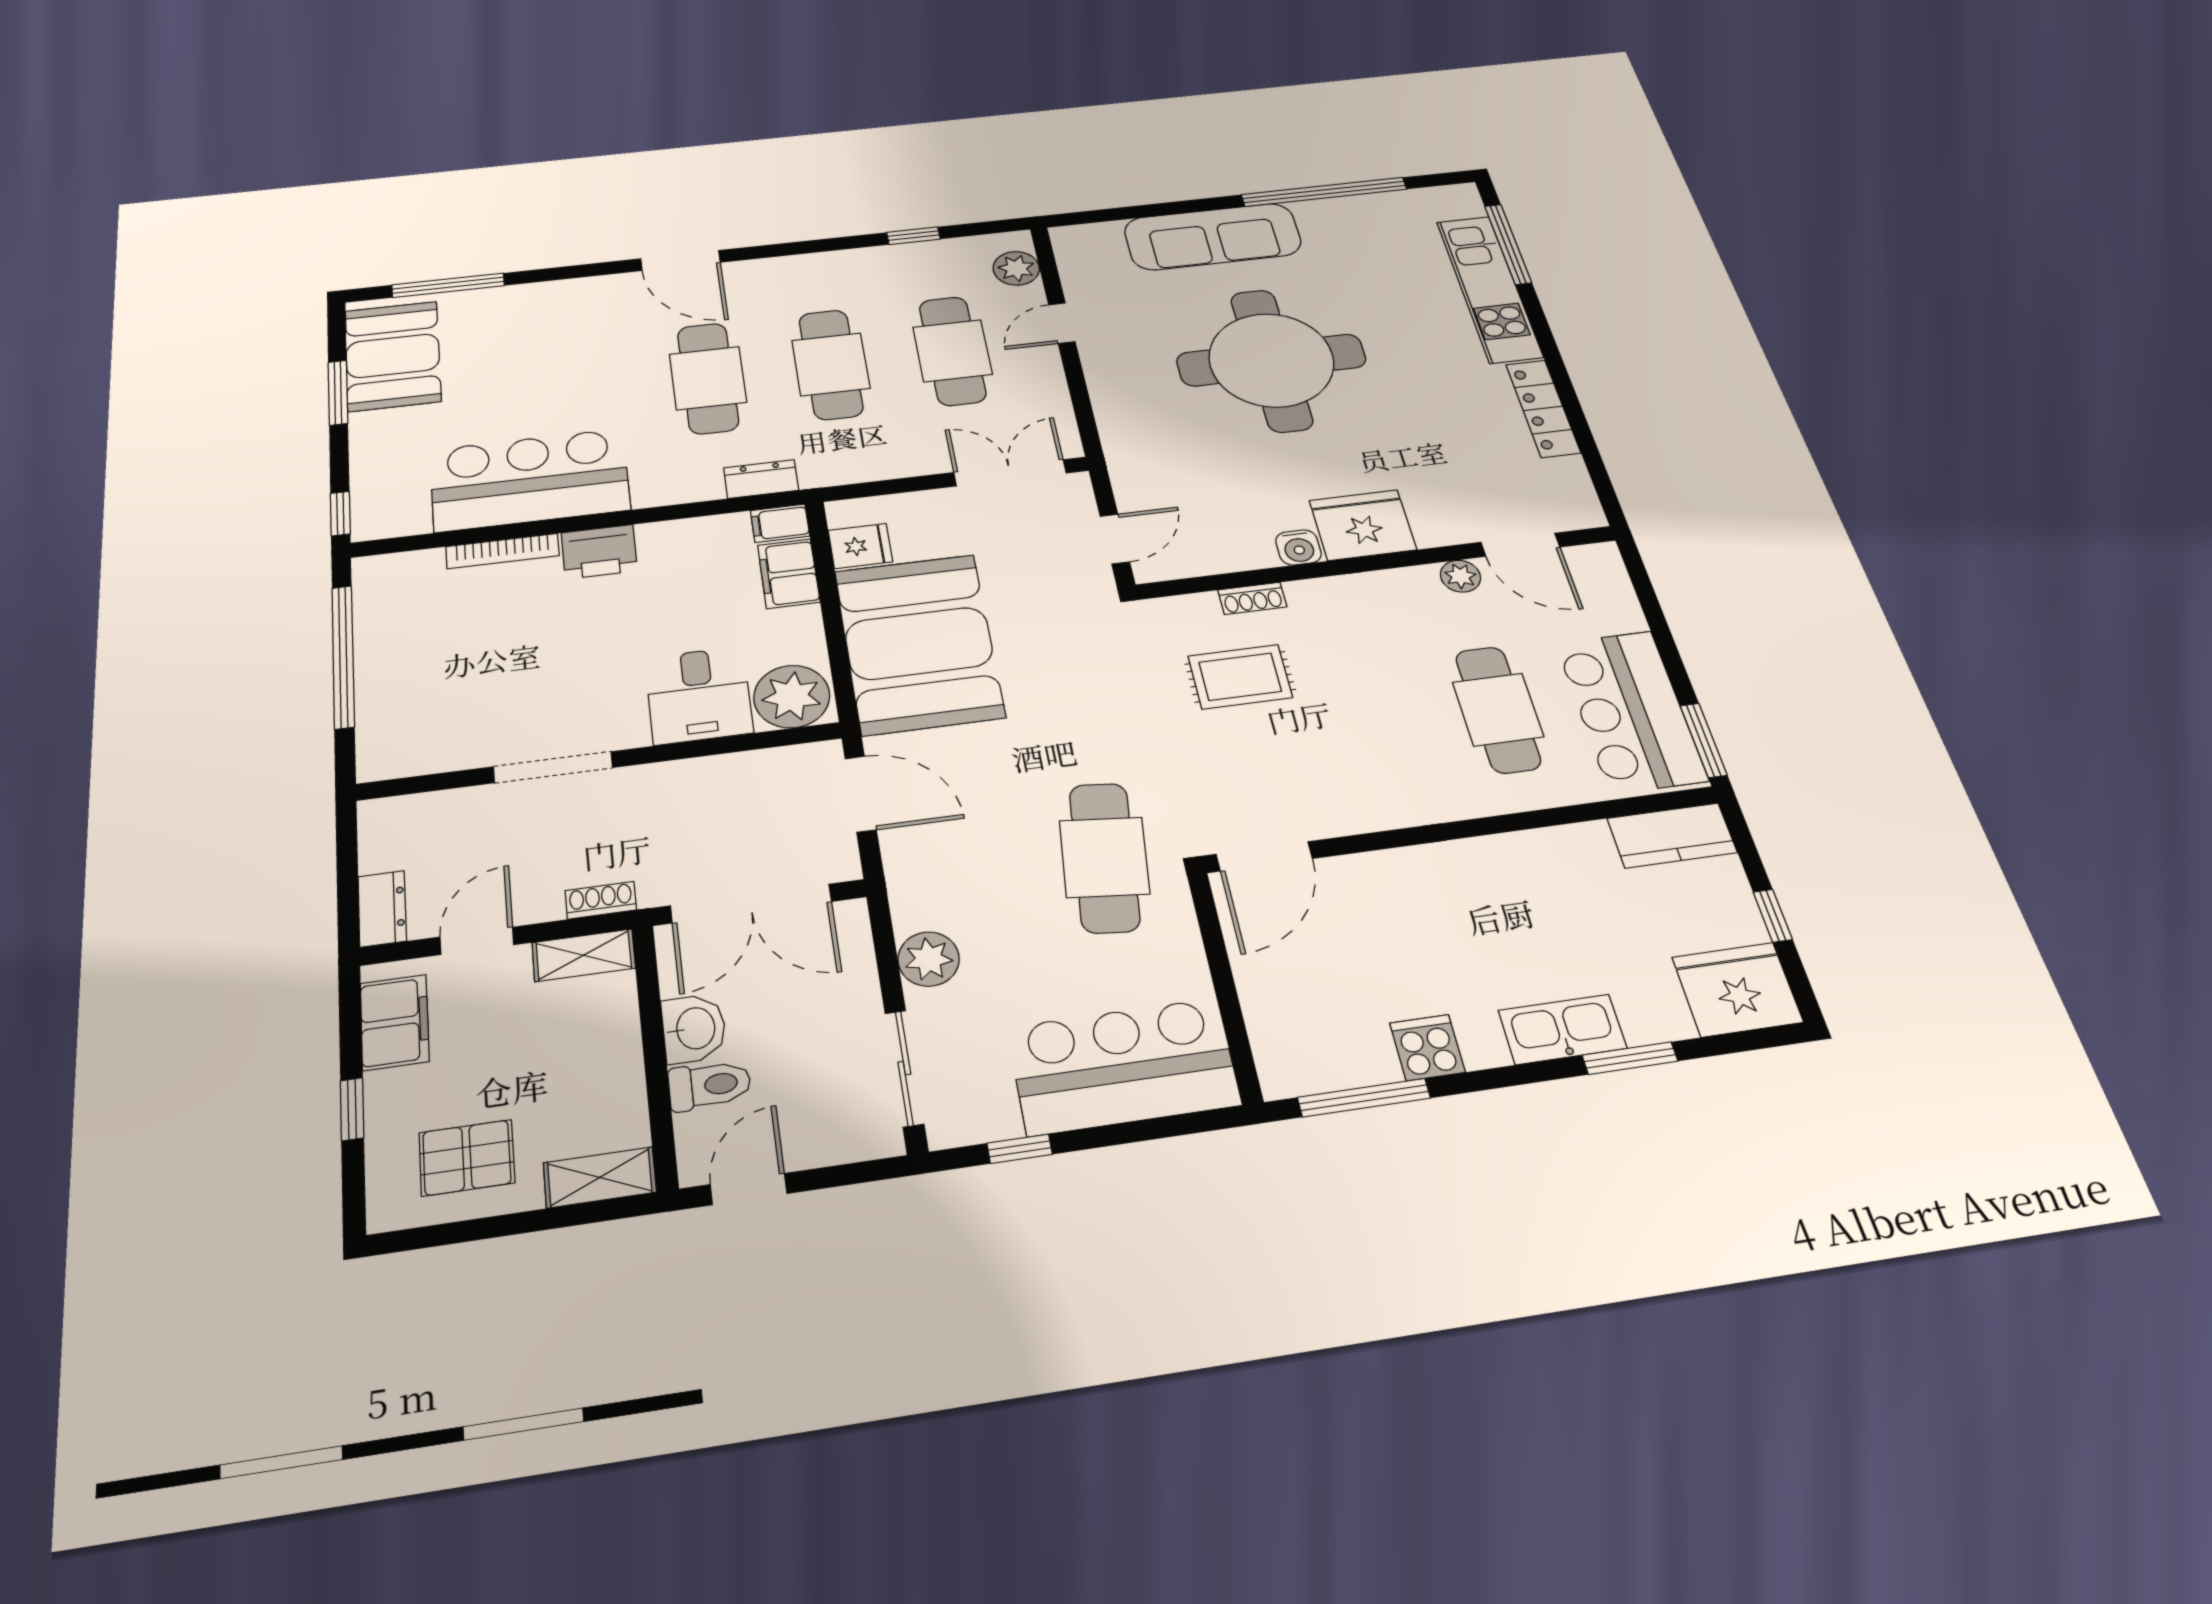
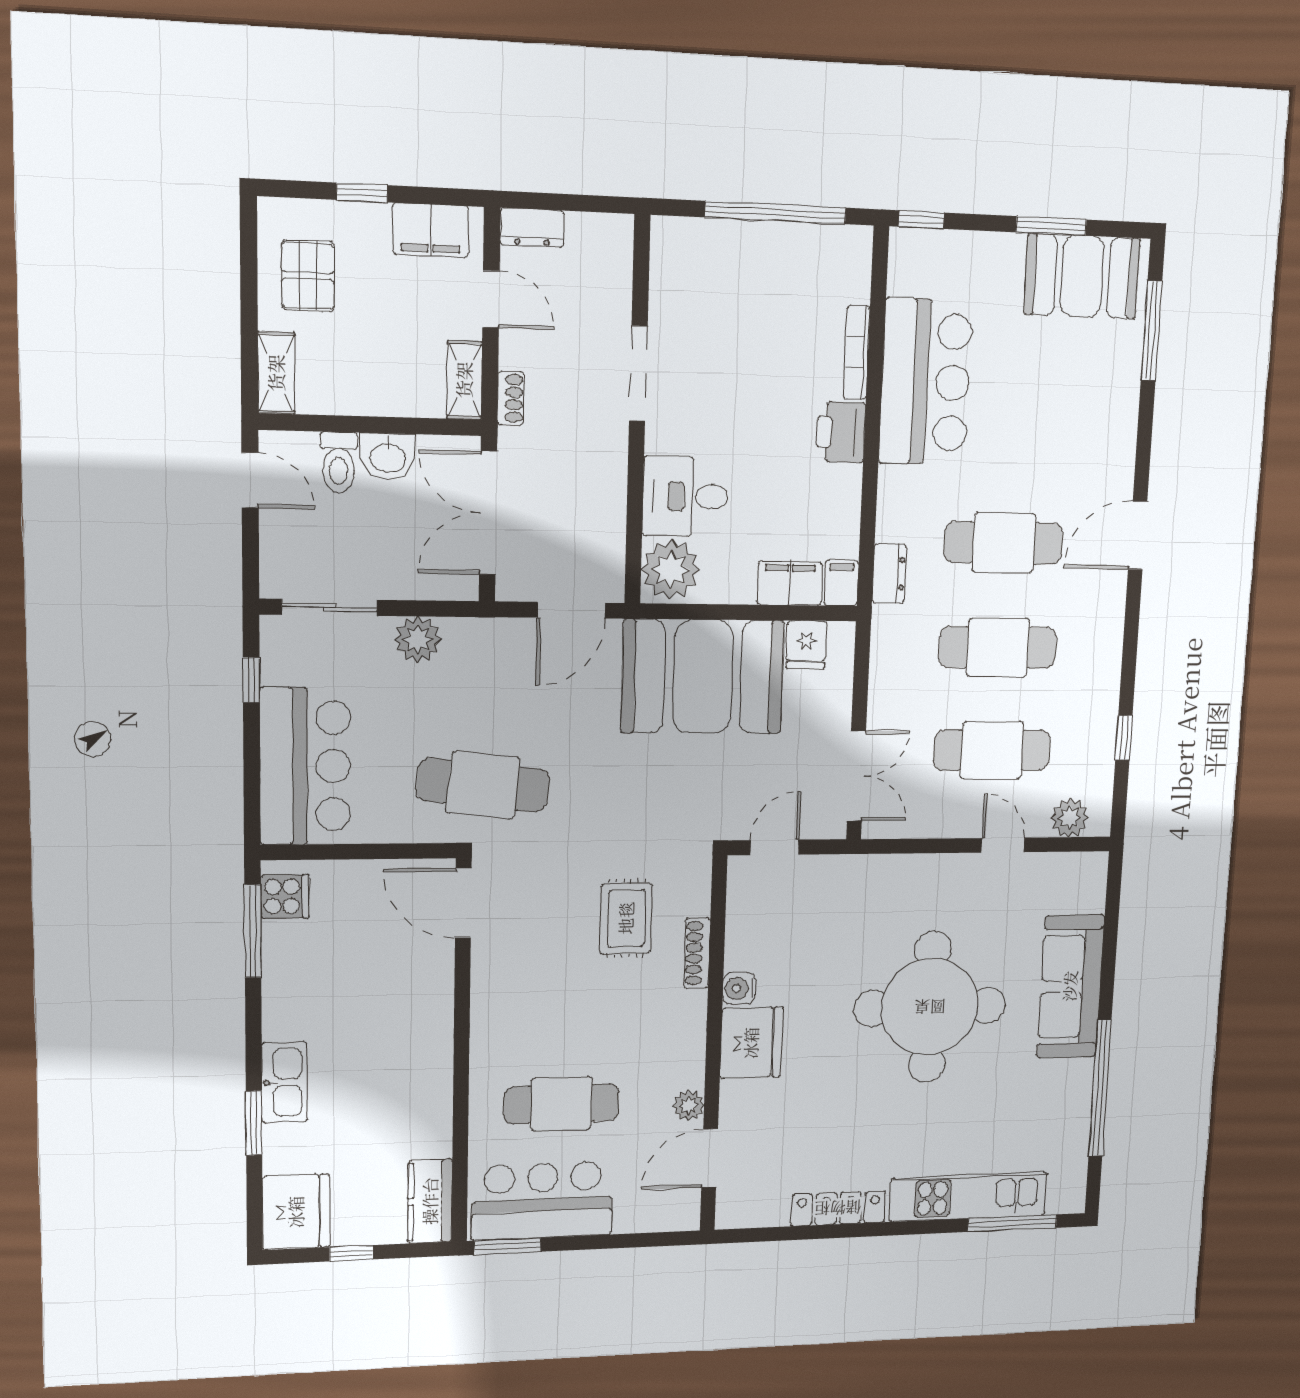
door: (1115, 539) -> (775, 847), swing flipped
shoe rack: (1252, 598) -> (697, 953), width x1.43
cooker: (1427, 1048) -> (285, 896), moved

